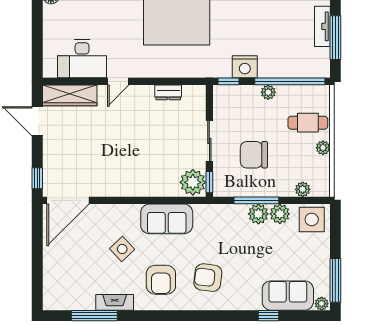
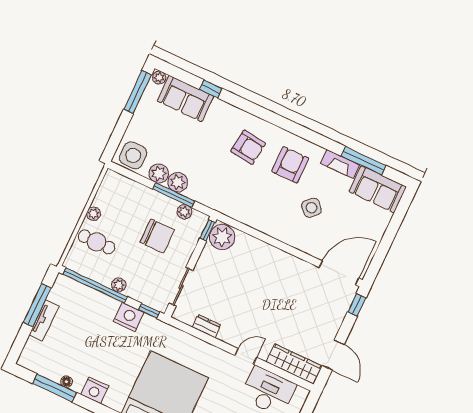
sliding door: (209, 141) -> (181, 287), moved
plant: (303, 189) -> (184, 212), moved
sofa: (167, 219) -> (378, 189), moved, turned 180

